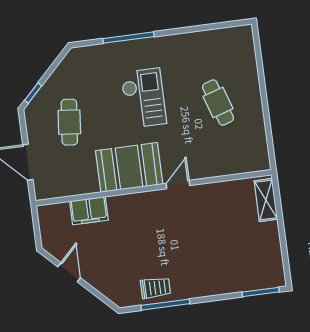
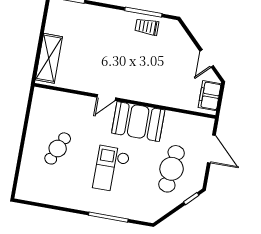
cafe table: (218, 103) -> (58, 148), turned 42
cafe table: (69, 122) -> (172, 169), width x1.37, depth x1.35
shelving: (266, 200) -> (49, 58), width x1.50, depth x1.33
filing cabinet: (89, 211) -> (210, 96), moved, turned -90

